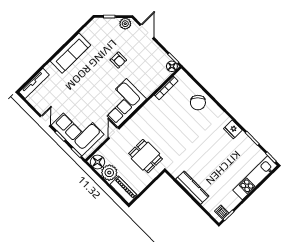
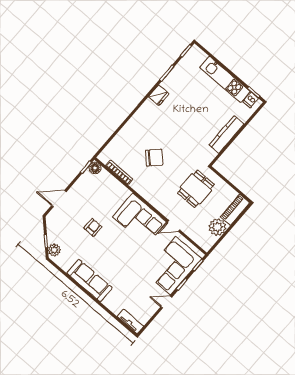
plant: (125, 24) -> (54, 250), moved
tv unit: (34, 83) -> (130, 321), width x0.71
chair: (198, 103) -> (154, 158), moved
floor lamp: (98, 162) -> (207, 241), removed
kitchen unit: (255, 178) -> (225, 79), moved

